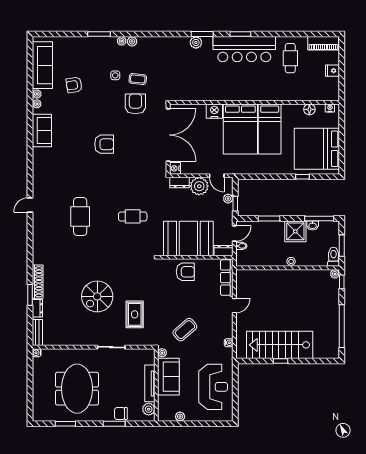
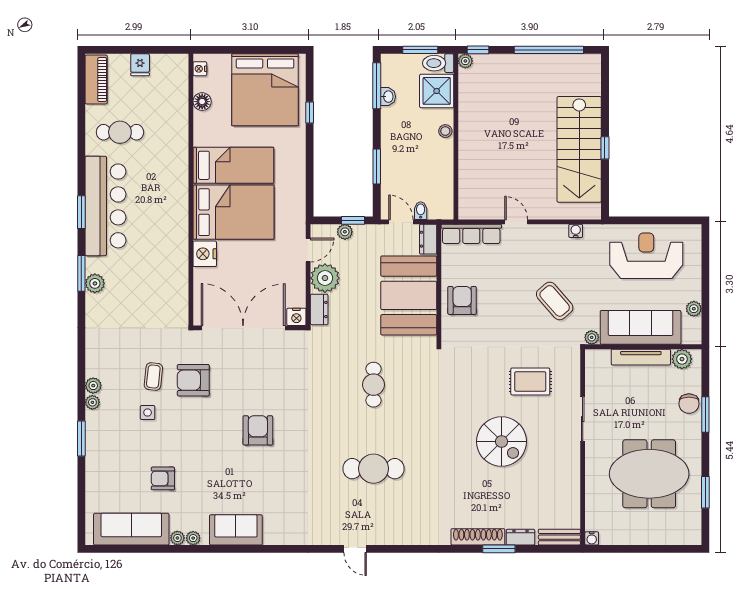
armchair: (74, 85) -> (163, 478), turned 99
shower: (295, 231) -> (437, 91), moved
sofa: (168, 377) -> (641, 327), width x1.36

